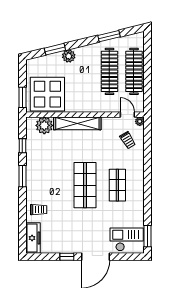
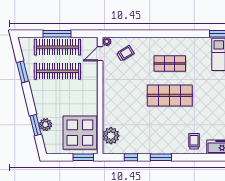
plant: (69, 56) -> (45, 125), moved
window: (148, 71) -> (57, 34), added
shelving: (77, 123) -> (109, 103), removed

